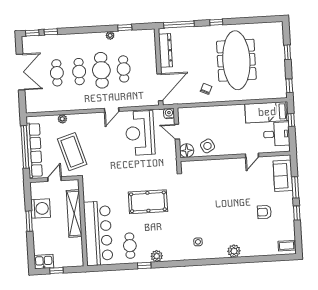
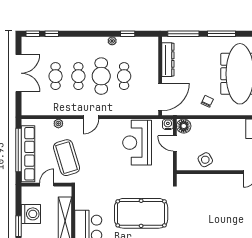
window: (216, 22) -> (222, 34), width x2.17
door: (112, 110) -> (91, 117), moved
floor lamp: (187, 151) -> (184, 126), moved
pool table: (148, 202) -> (141, 213), width x1.36, depth x1.32

